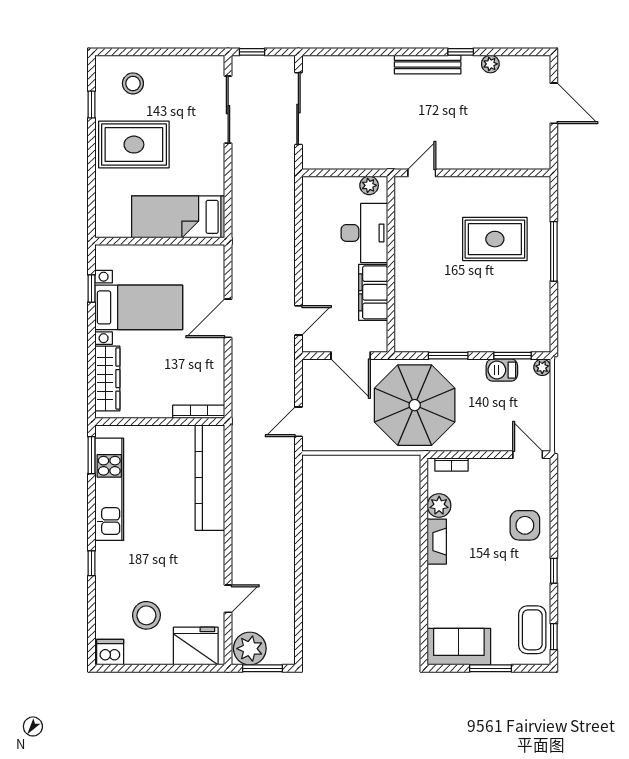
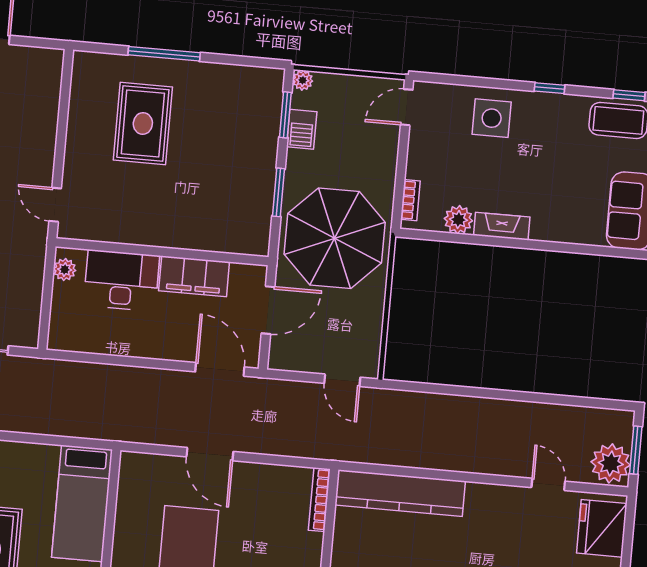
door: (298, 320) -> (220, 369), width x1.38

